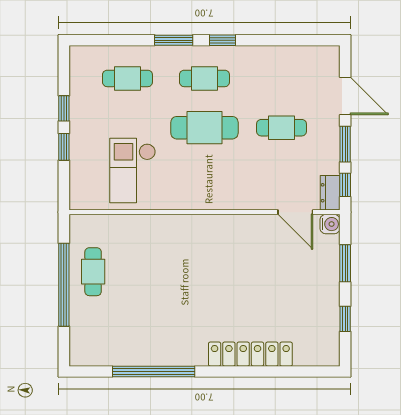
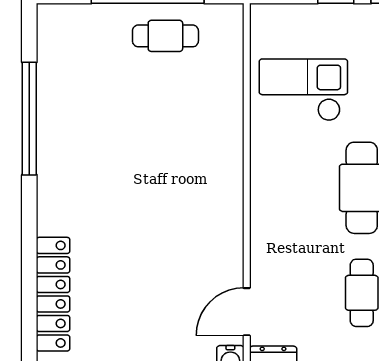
locker: (250, 354) -> (53, 294), moved

